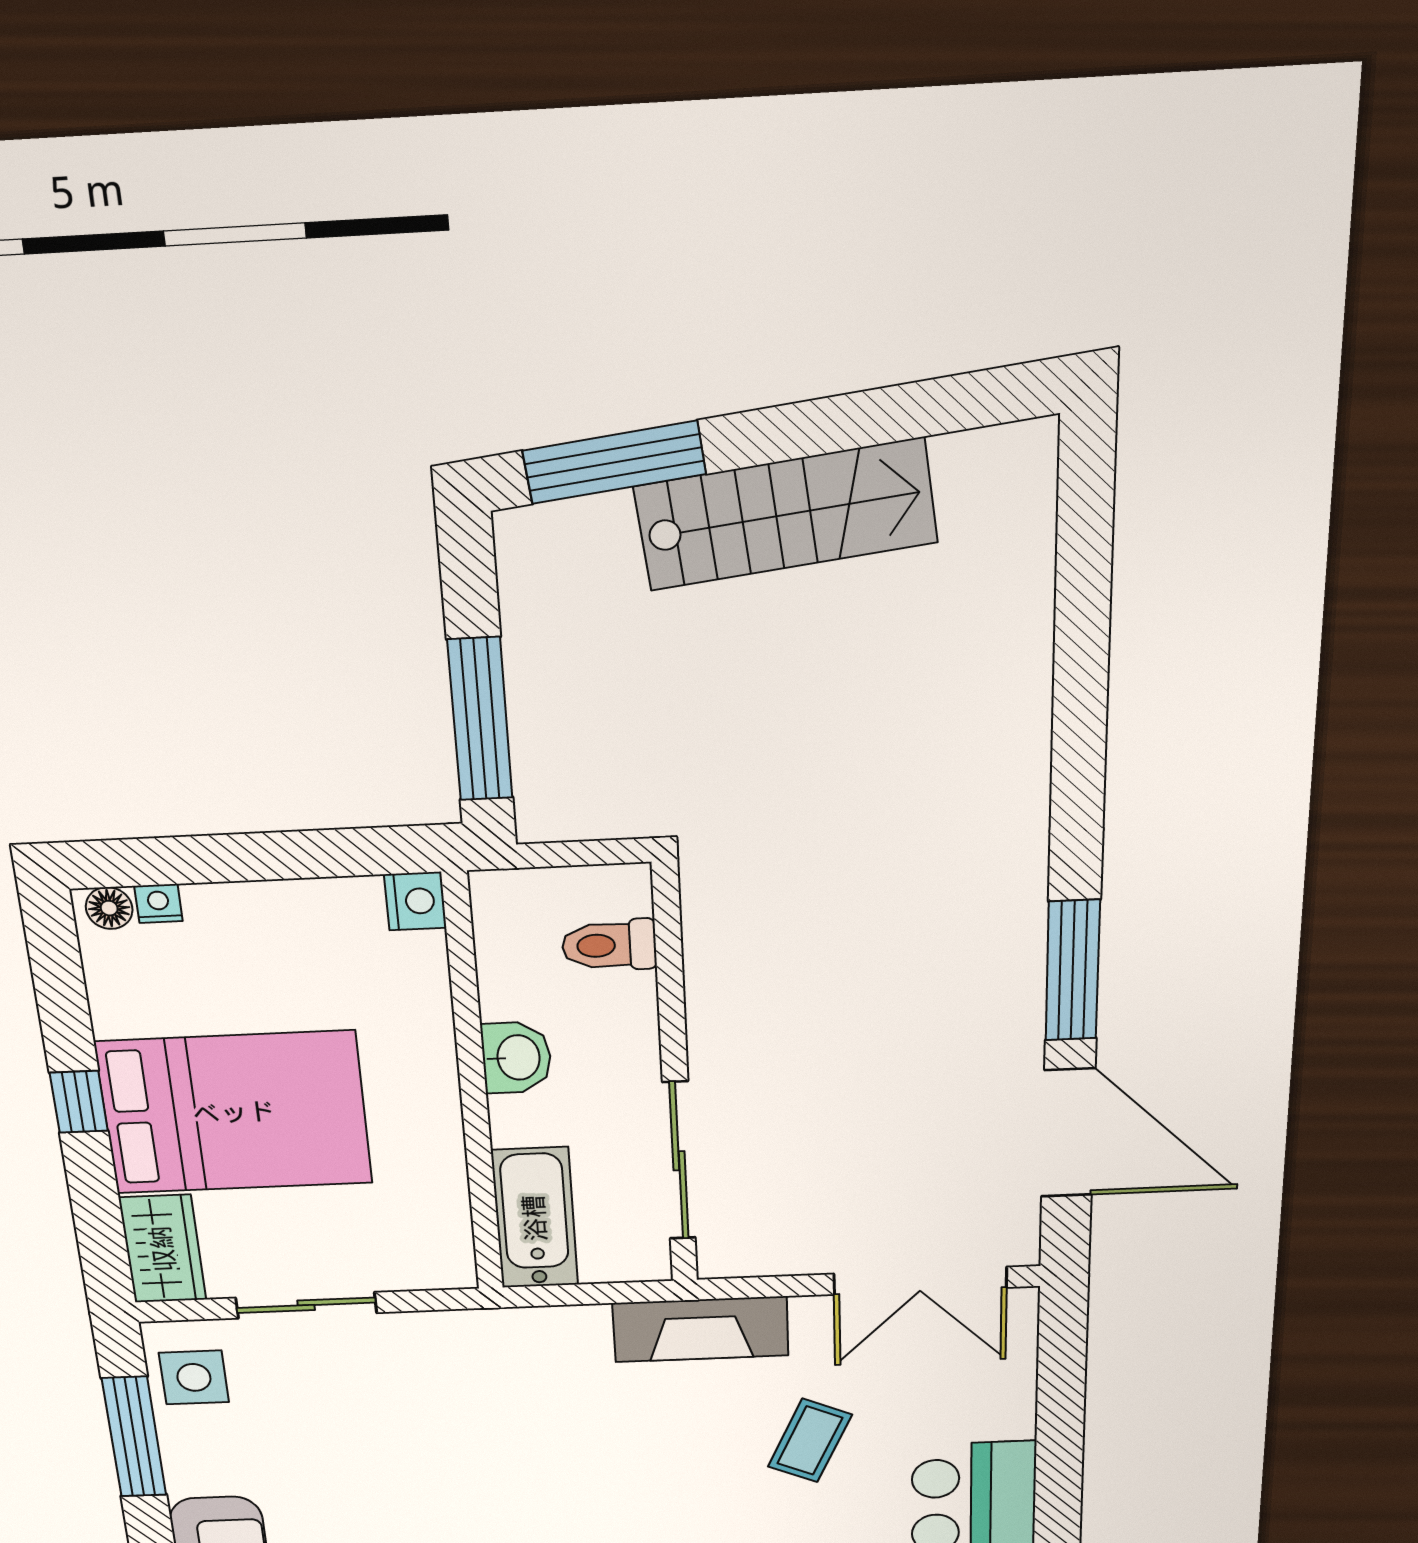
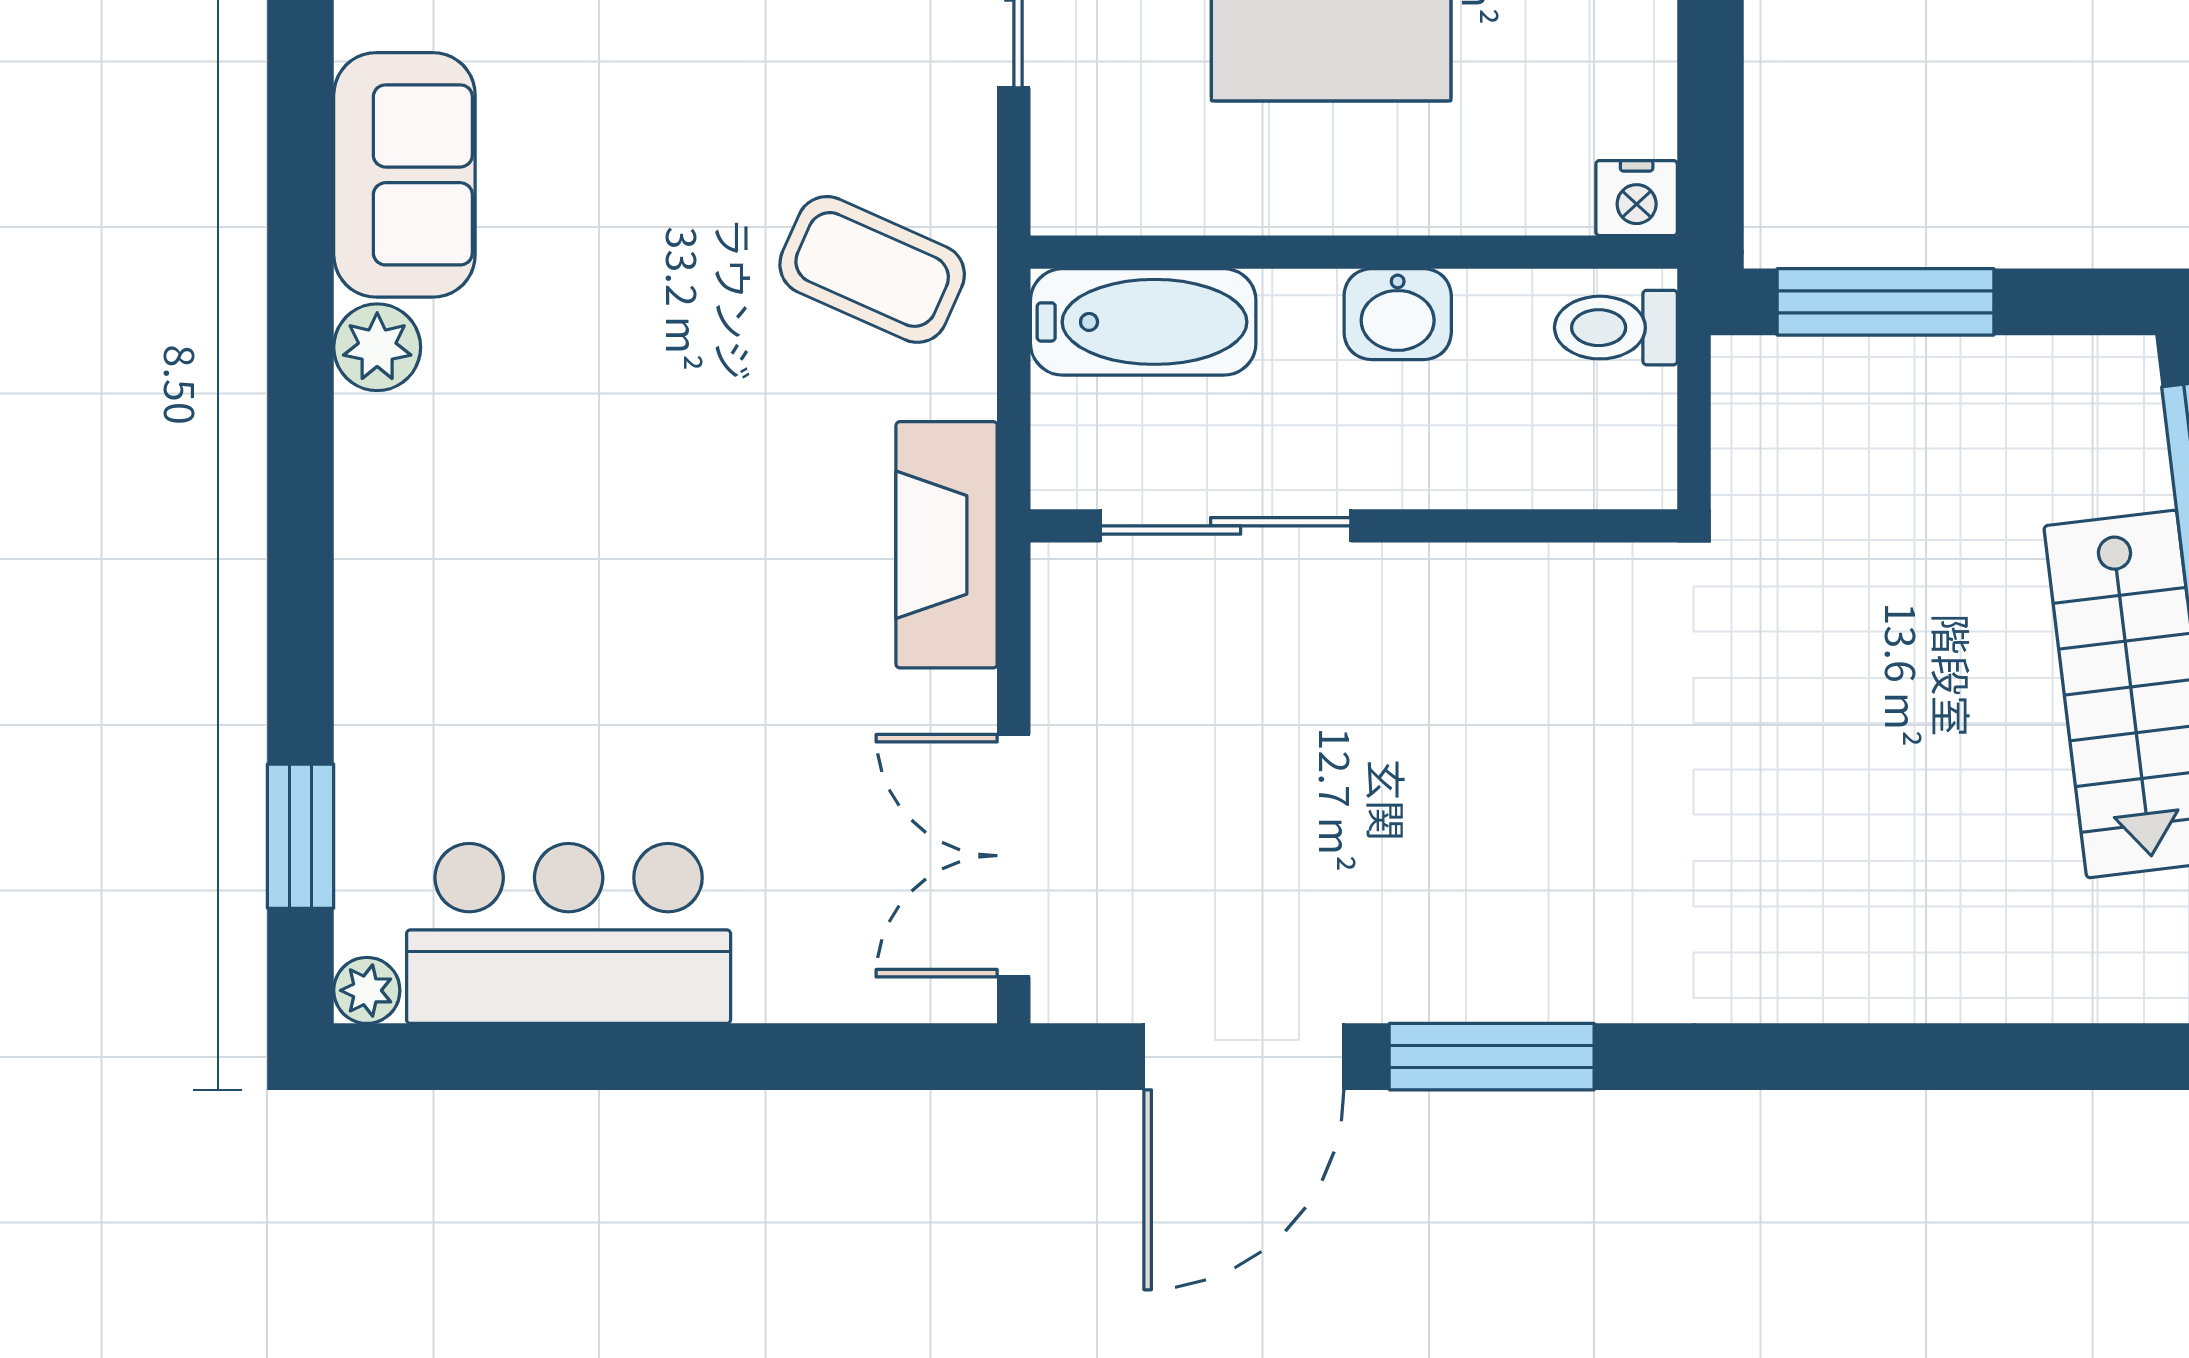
toilet: (609, 945) -> (1616, 328), moved, turned -90
coffee table: (810, 1441) -> (872, 269), moved, width x1.36, depth x1.30

